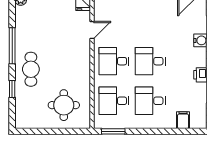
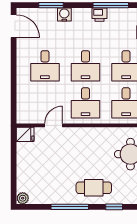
desk: (150, 22) -> (45, 66), added
door: (92, 30) -> (54, 125), hinge flipped

